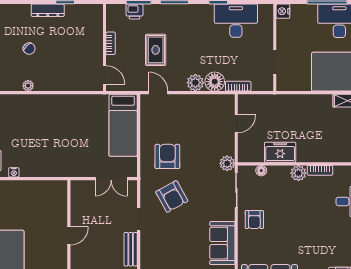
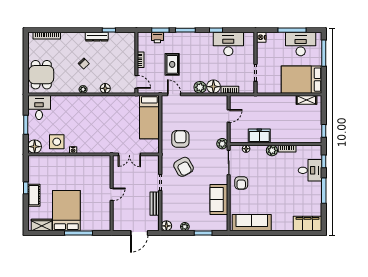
floor lamp: (60, 84) -> (105, 88), added
double door: (111, 179) -> (129, 154), moved

